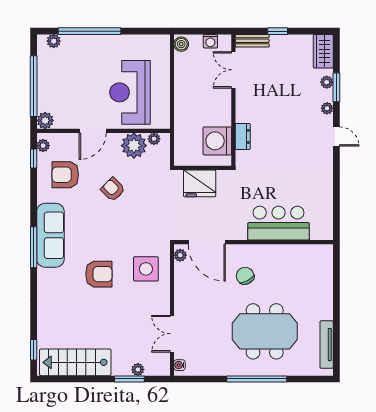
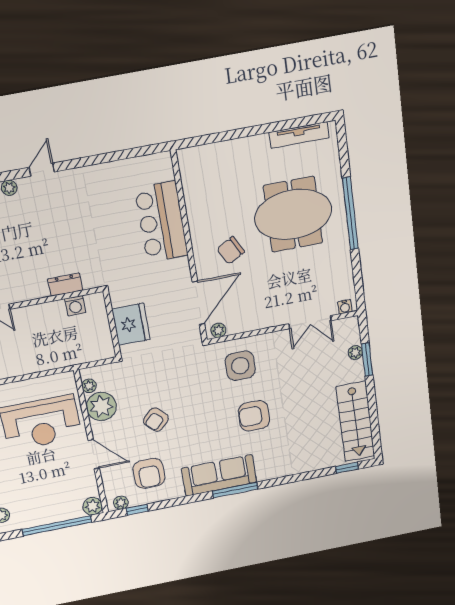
washing machine: (217, 141) -> (75, 306), width x0.53, depth x0.53
armchair: (99, 274) -> (254, 416), turned -90
meeting table: (265, 331) -> (293, 214), turned 90

